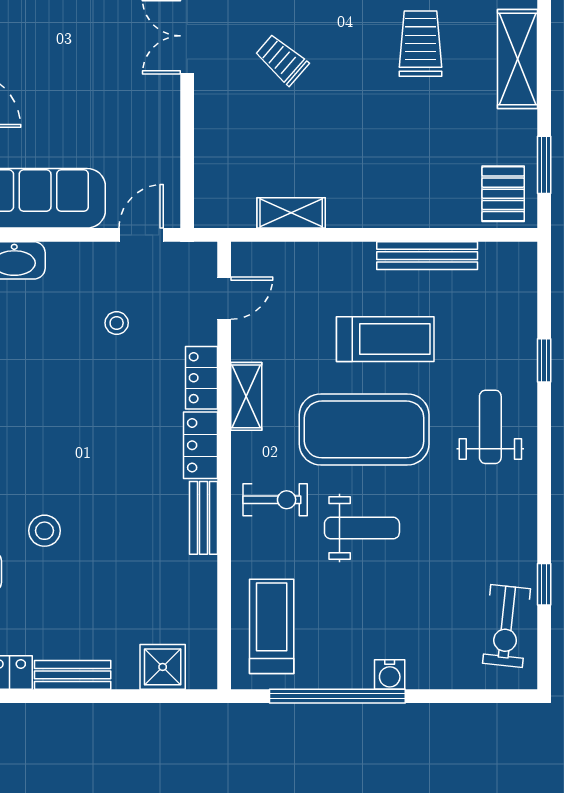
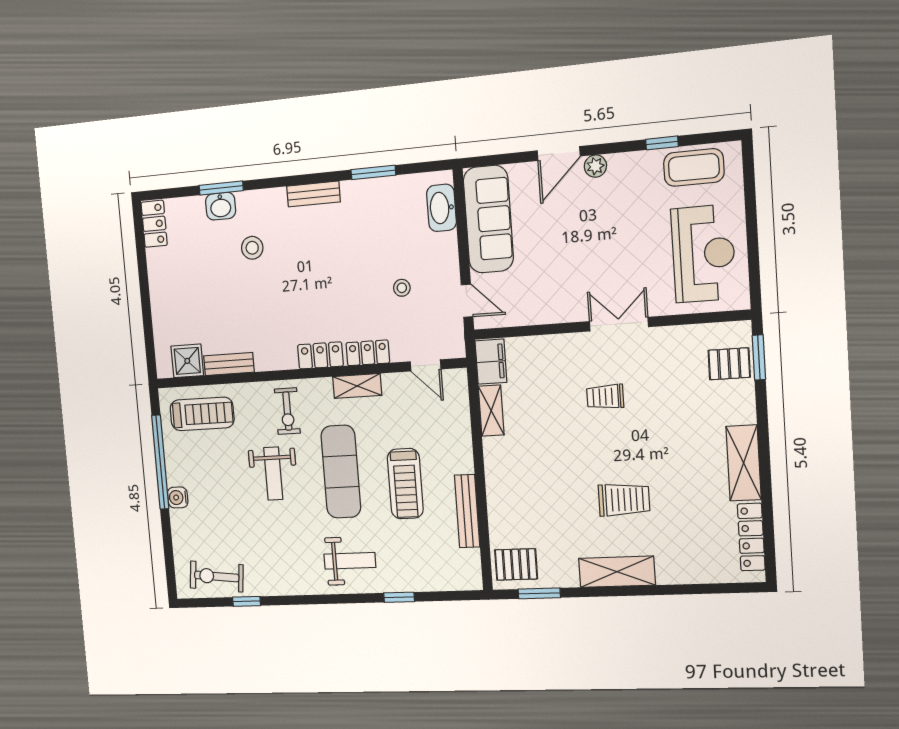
trolley: (282, 60) -> (605, 397), turned -131
filing cabinet: (225, 209) -> (491, 362), added
exercise mat: (364, 429) -> (341, 472), width x0.68
bench: (204, 518) -> (229, 364), moved
shower: (163, 667) -> (187, 361), moved
bench: (73, 675) -> (157, 277), removed

